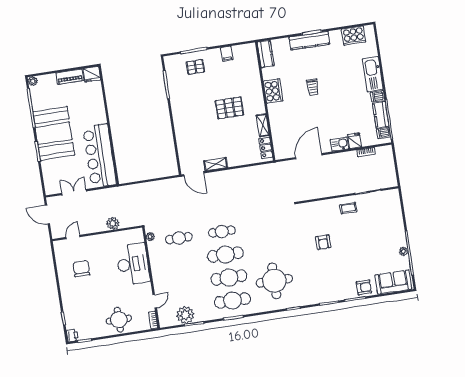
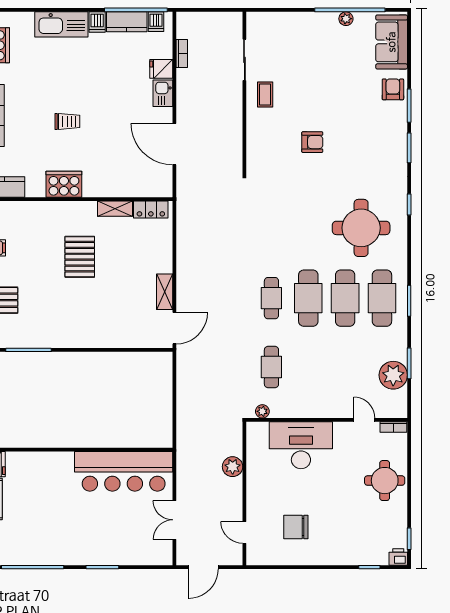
booth: (54, 133) -> (77, 538), removed

